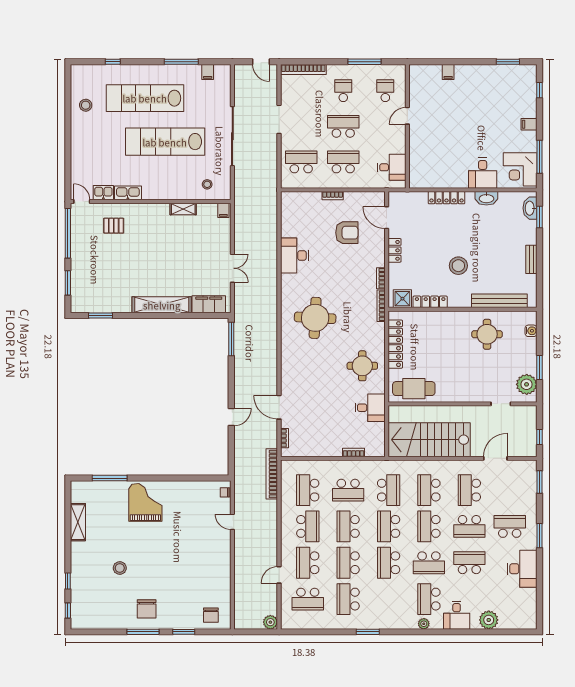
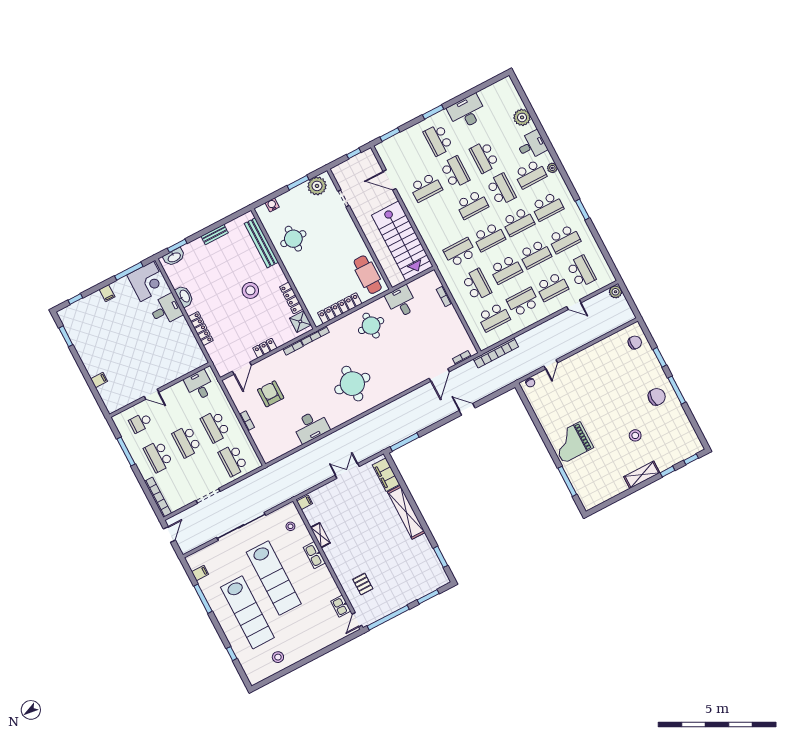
school desk: (343, 91) -> (158, 456), width x1.85
kitchen sink: (128, 193) -> (314, 555), moved
school desk: (429, 490) -> (547, 207), moved
shelving: (78, 522) -> (642, 475), moved

